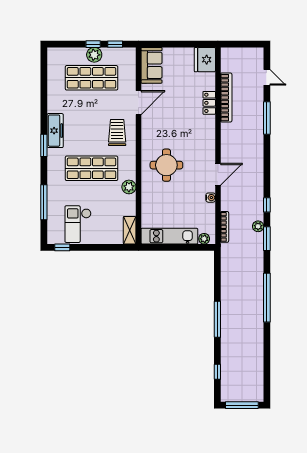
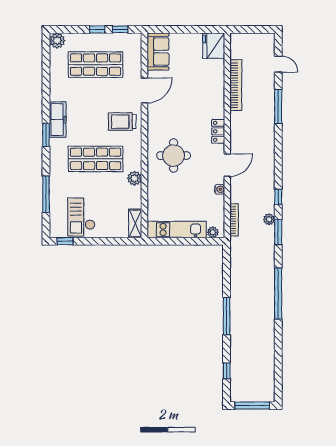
plant: (94, 55) -> (57, 41), moved
locker: (209, 103) -> (218, 131), moved
trolley: (117, 133) -> (122, 122), turned -90

